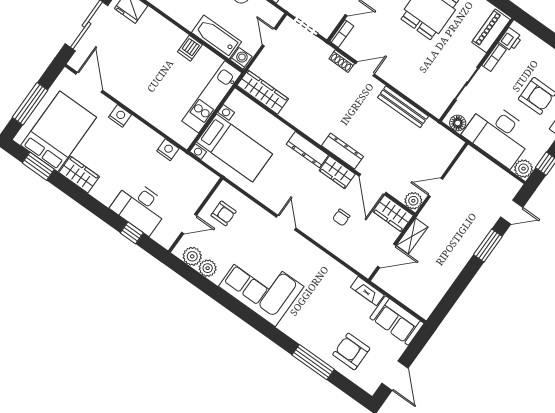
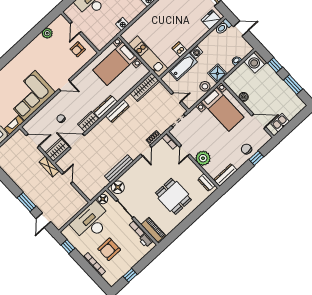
washing machine: (241, 58) -> (196, 52), moved
floor lamp: (434, 103) -> (118, 187), added
dresser: (342, 151) -> (118, 111), moved
plant: (523, 169) -> (68, 232), removed
plant: (413, 201) -> (62, 163), removed
shelving: (412, 236) -> (49, 167), moved
plant: (192, 256) -> (56, 26), removed
door: (387, 256) -> (33, 141), swing flipped
corner sofa: (261, 286) -> (30, 96), moved, turned 180

